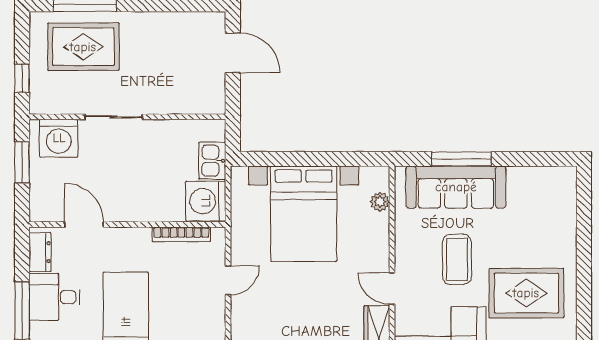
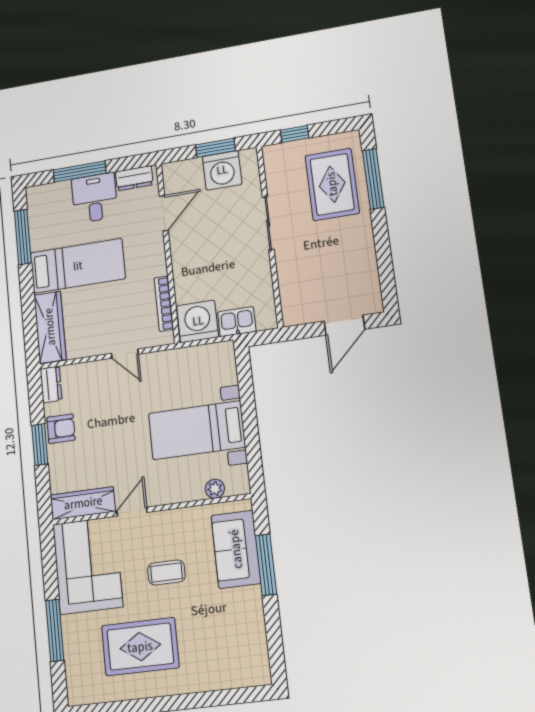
washing machine: (59, 138) -> (222, 170), moved, turned -90
sofa: (456, 187) -> (236, 549), width x0.73
bed with nightstands: (304, 214) -> (197, 430), width x0.73
coffee table: (457, 259) -> (166, 572), width x0.73, depth x0.77
rug: (526, 293) -> (140, 647), turned 90

